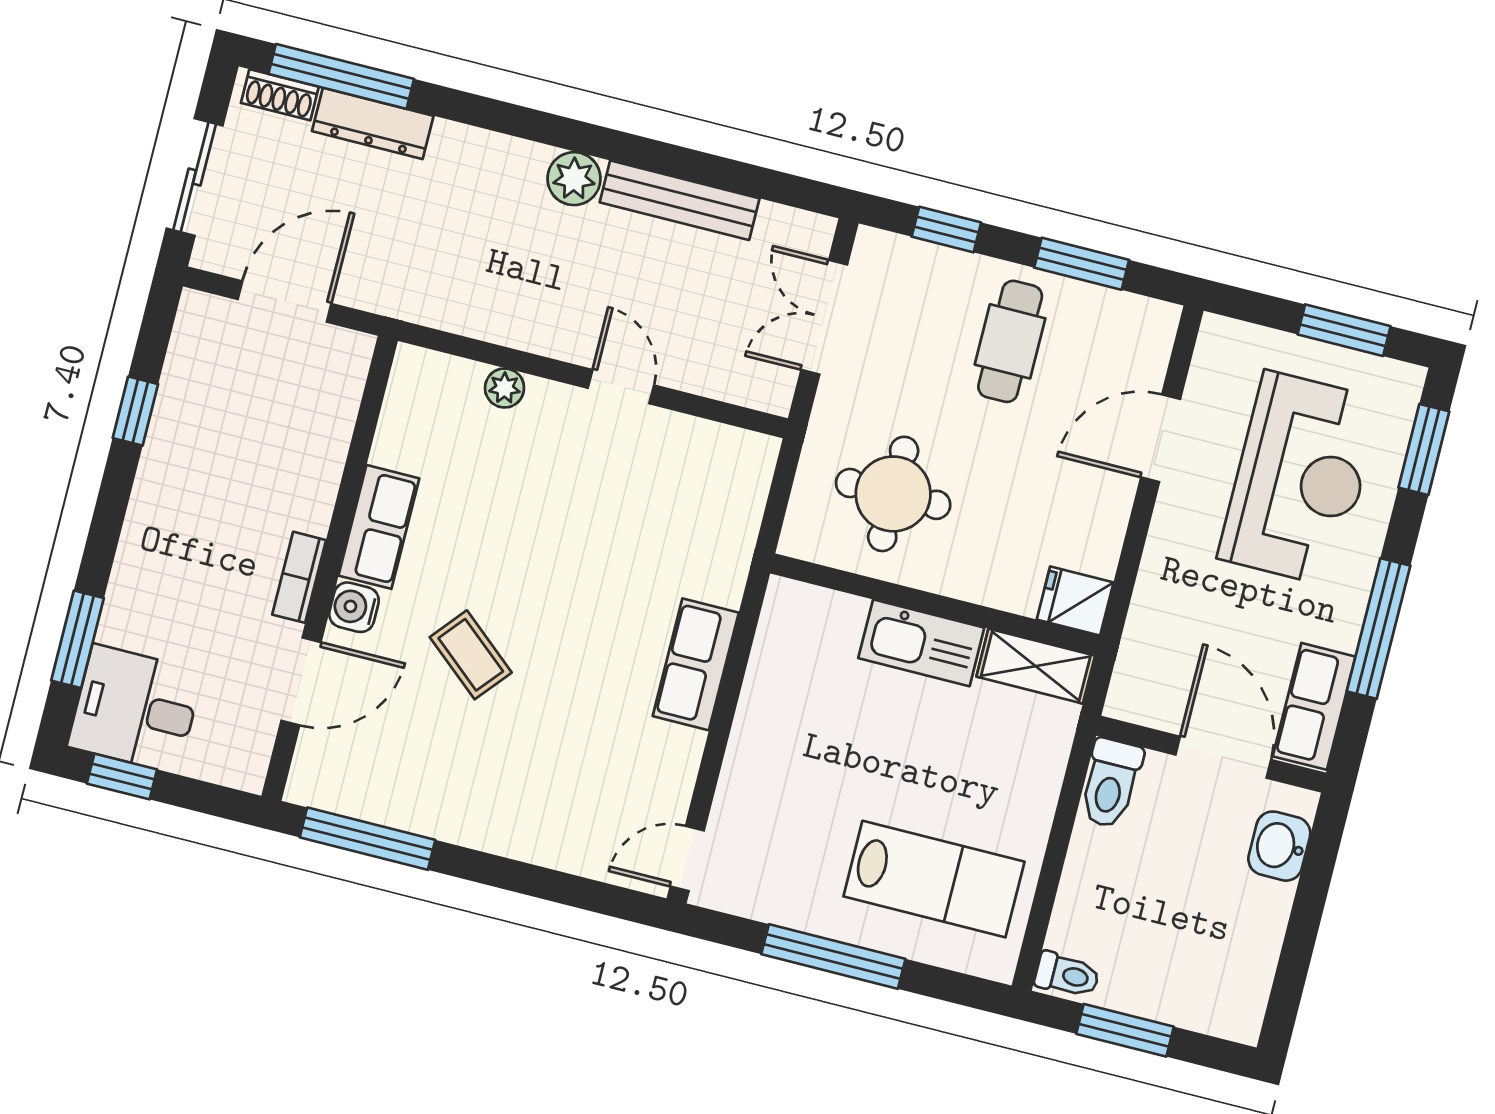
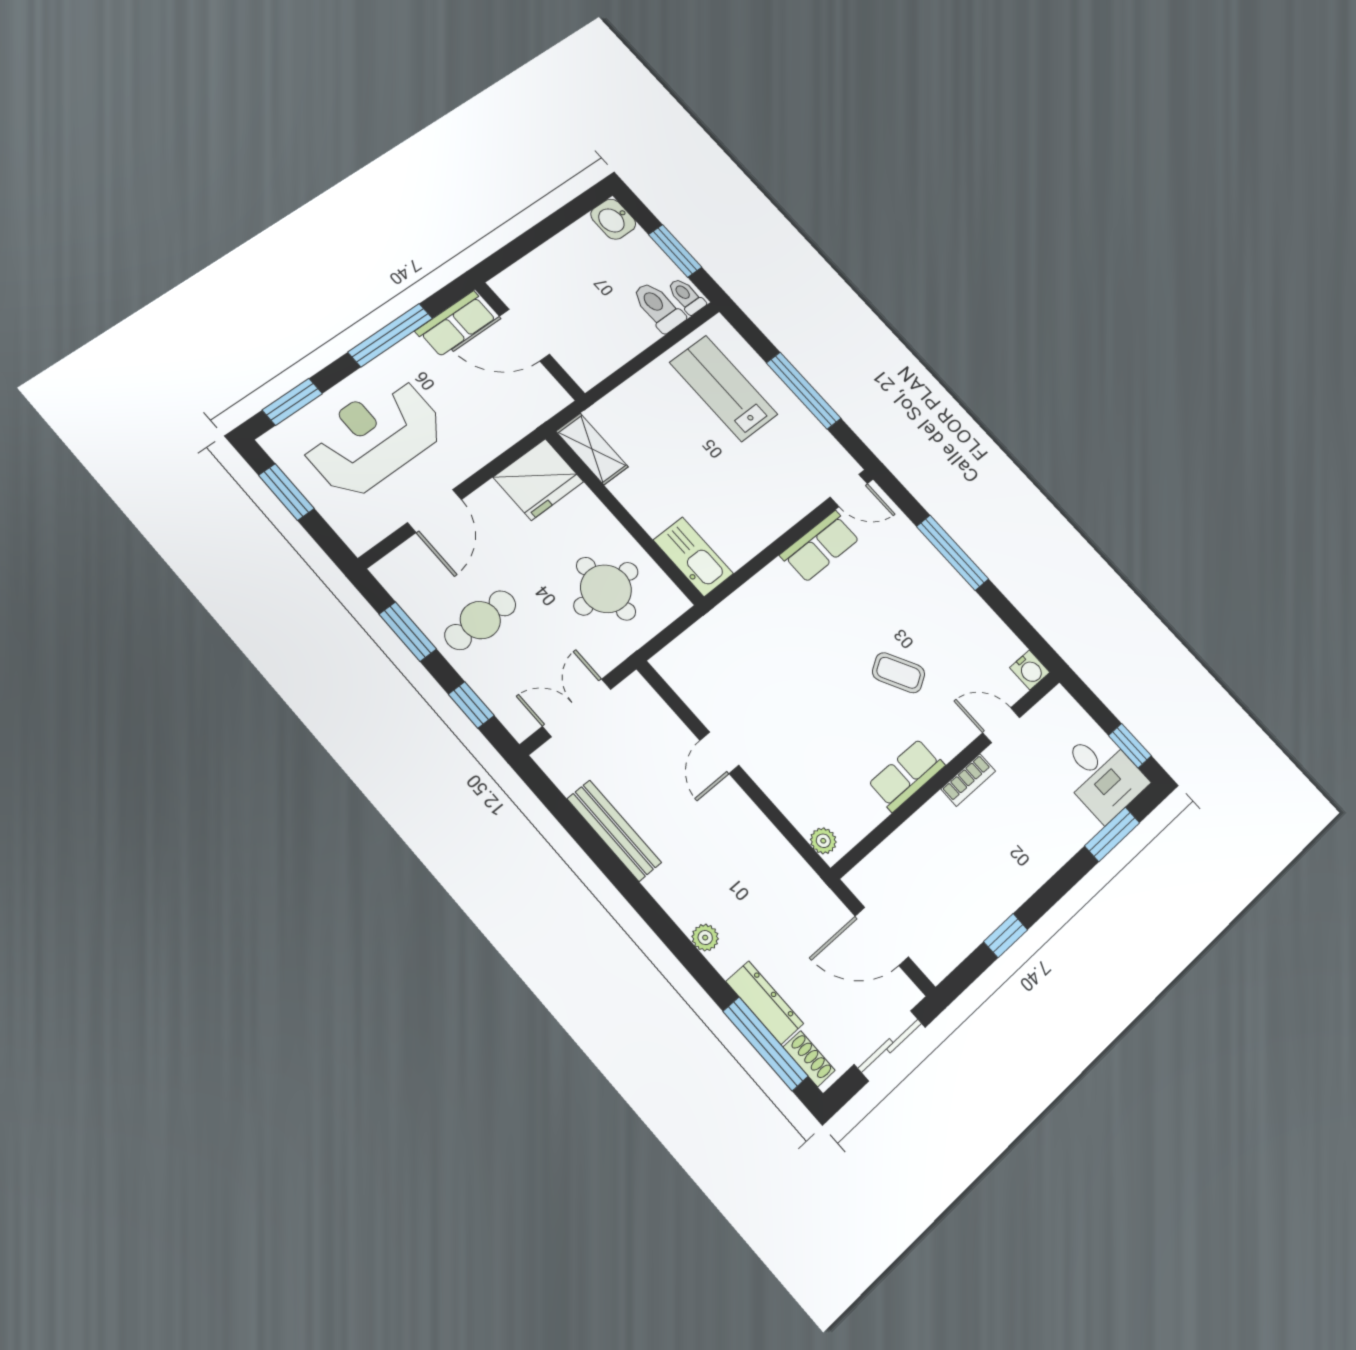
plant: (574, 179) -> (705, 938), moved, width x0.73, depth x0.73
double door: (824, 317) -> (577, 708), swing flipped
plant: (505, 388) -> (823, 841), moved
door: (1161, 438) -> (434, 511), hinge flipped
fridge: (1075, 601) -> (538, 479), width x1.88, depth x1.34
water cooler: (354, 607) -> (1030, 670), moved
kitchen sink: (921, 643) -> (693, 557), moved
coffee table: (471, 655) -> (899, 673), turned -70
row of seats: (696, 664) -> (820, 547), moved
door: (301, 681) -> (1001, 725), width x0.73
door: (1223, 757) -> (524, 335), hinge flipped
toilet: (1111, 783) -> (658, 307), moved, turned -90
window: (368, 839) -> (952, 553), moved
washbasin: (1279, 846) -> (613, 219), moved, turned 90

